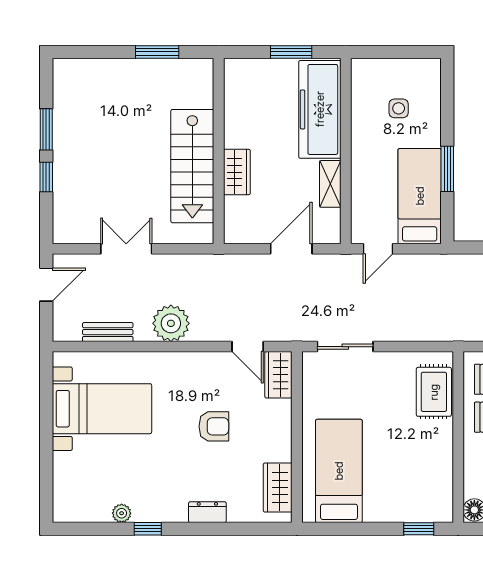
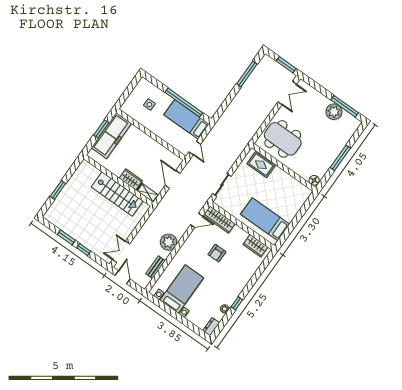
window: (157, 52) -> (58, 190), moved
freezer: (320, 109) -> (111, 136), moved, turned -90
window: (447, 169) -> (184, 102), width x2.11
shelving: (330, 184) -> (148, 193), moved
double door: (126, 249) -> (121, 252), moved
wardrobe: (278, 375) -> (219, 219), width x1.50
armchair: (214, 426) -> (217, 253), turned 180
dresser: (207, 512) -> (211, 327), moved
window: (419, 529) -> (307, 205), removed

